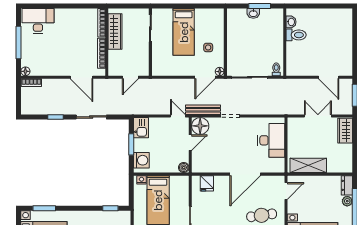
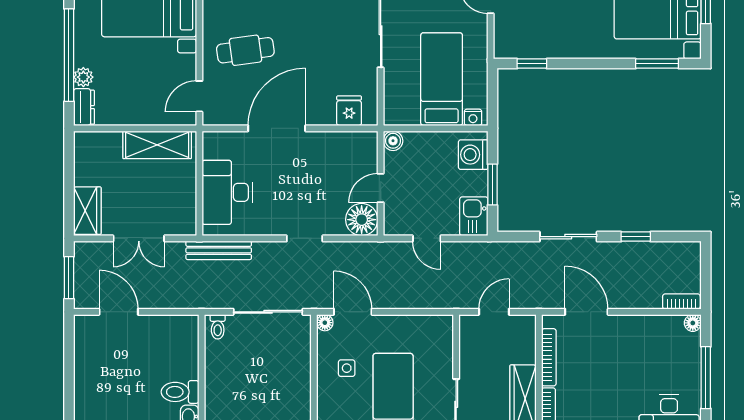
door: (205, 77) -> (353, 312), hinge flipped
bench: (203, 110) -> (219, 250), moved
door: (178, 116) -> (427, 238), moved

